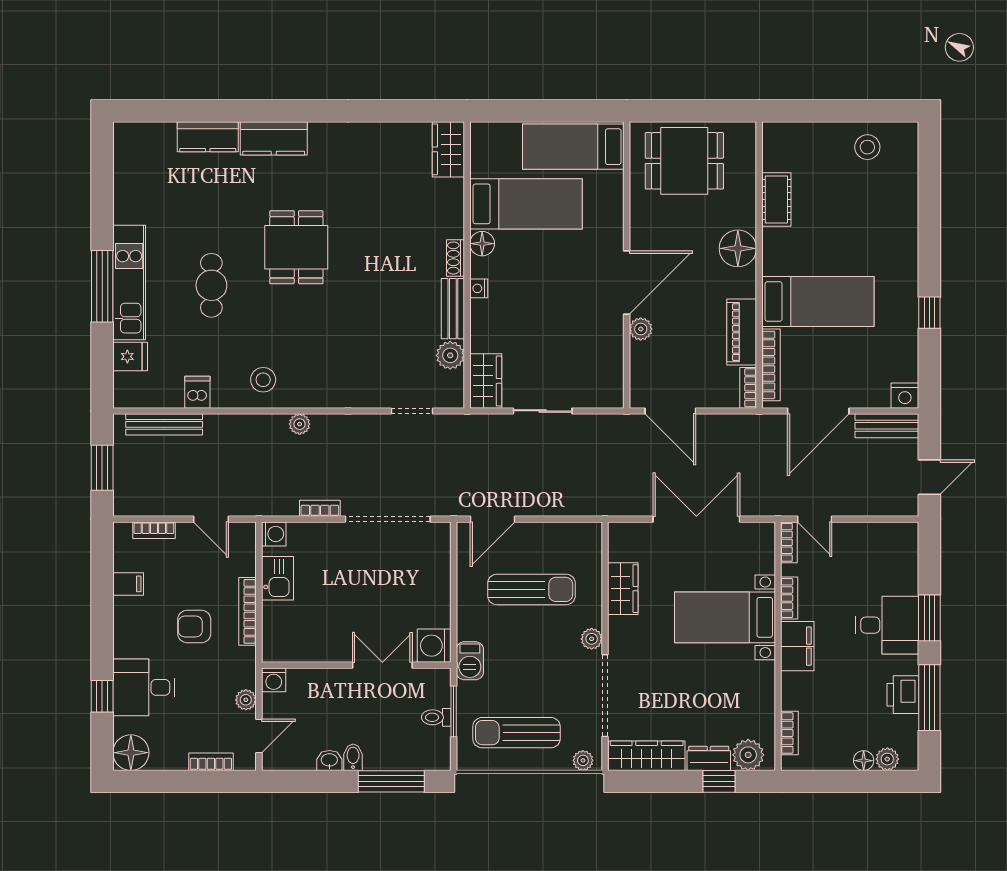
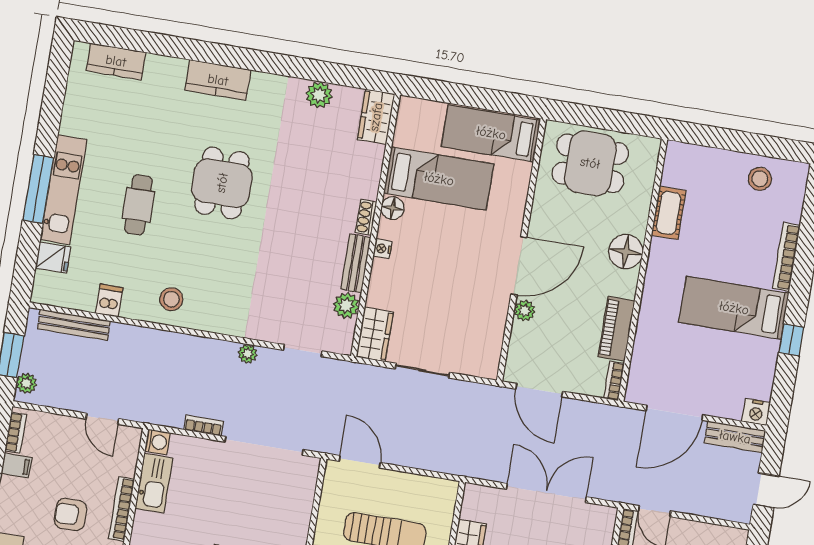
plant: (384, 136) -> (319, 95), added
kitchen counter: (208, 137) -> (116, 61), moved
bed: (818, 302) -> (734, 308), moved, turned 180
bookcase: (771, 365) -> (786, 257), moved, turned 180
plant: (300, 424) -> (248, 354), moved
plant: (124, 495) -> (26, 383), added
door: (492, 519) -> (360, 462), swing flipped
bookcase: (154, 530) -> (16, 433), moved, turned -90
kitchen sink: (277, 578) -> (154, 483), width x1.38

